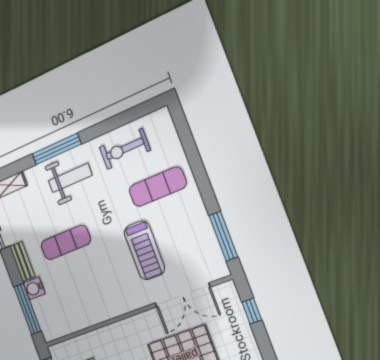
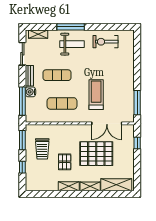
exercise mat: (158, 187) -> (62, 103), moved
treadmill: (144, 250) -> (96, 95), turned 180

